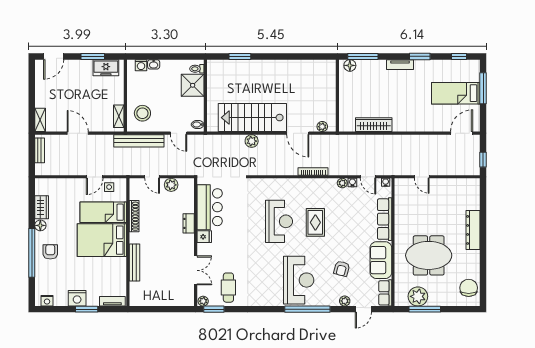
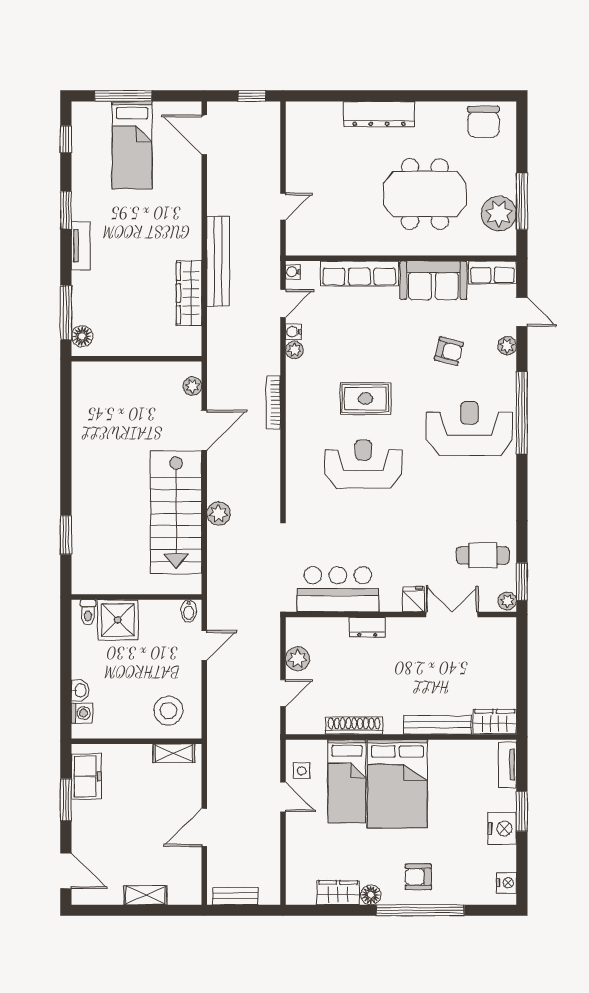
shelving: (40, 120) -> (145, 895), moved
bench: (139, 141) -> (218, 261), moved
fridge: (204, 237) -> (414, 599), moved
meeting table: (429, 255) -> (425, 194), turned 90
chair: (469, 288) -> (483, 122), turned -90
wardrobe: (136, 294) -> (495, 722), added

